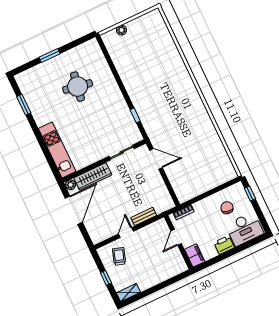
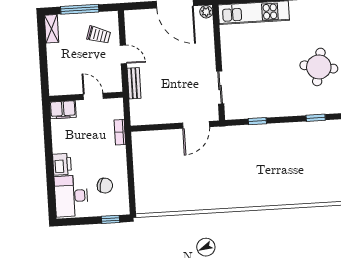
window: (115, 74) -> (316, 118), added
wardrobe: (93, 176) -> (206, 42), removed
door: (176, 237) -> (93, 96), moved
wall: (178, 242) -> (86, 97), moved
filing cabinet: (195, 255) -> (63, 110), moved
window: (106, 278) -> (80, 9), width x2.17

